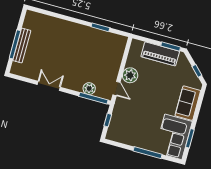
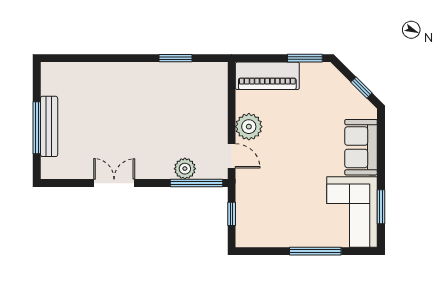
piano: (160, 54) -> (267, 76), moved

